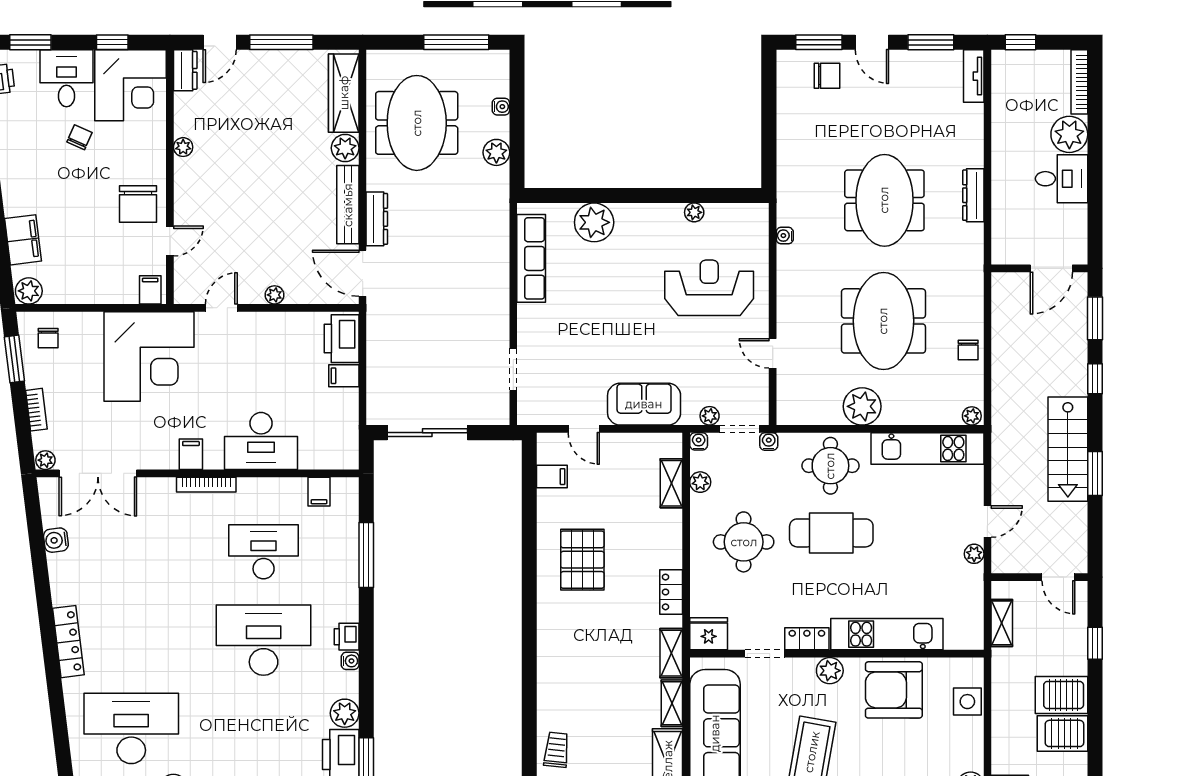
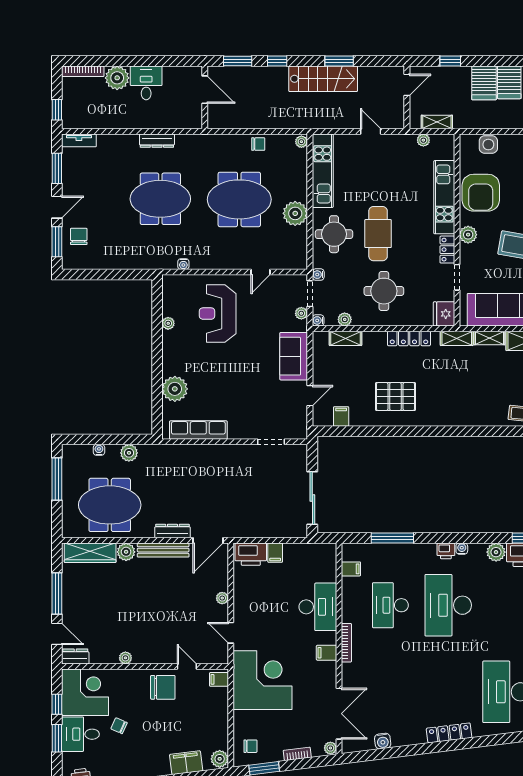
window: (30, 42) -> (57, 738), moved
plant: (974, 554) -> (423, 140), moved
locker: (671, 592) -> (409, 338), width x1.53

